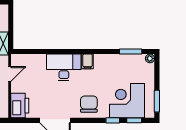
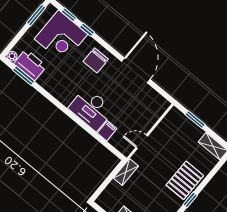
filing cabinet: (88, 61) -> (107, 131), moved
printer: (20, 106) -> (30, 65), moved, turned 90

